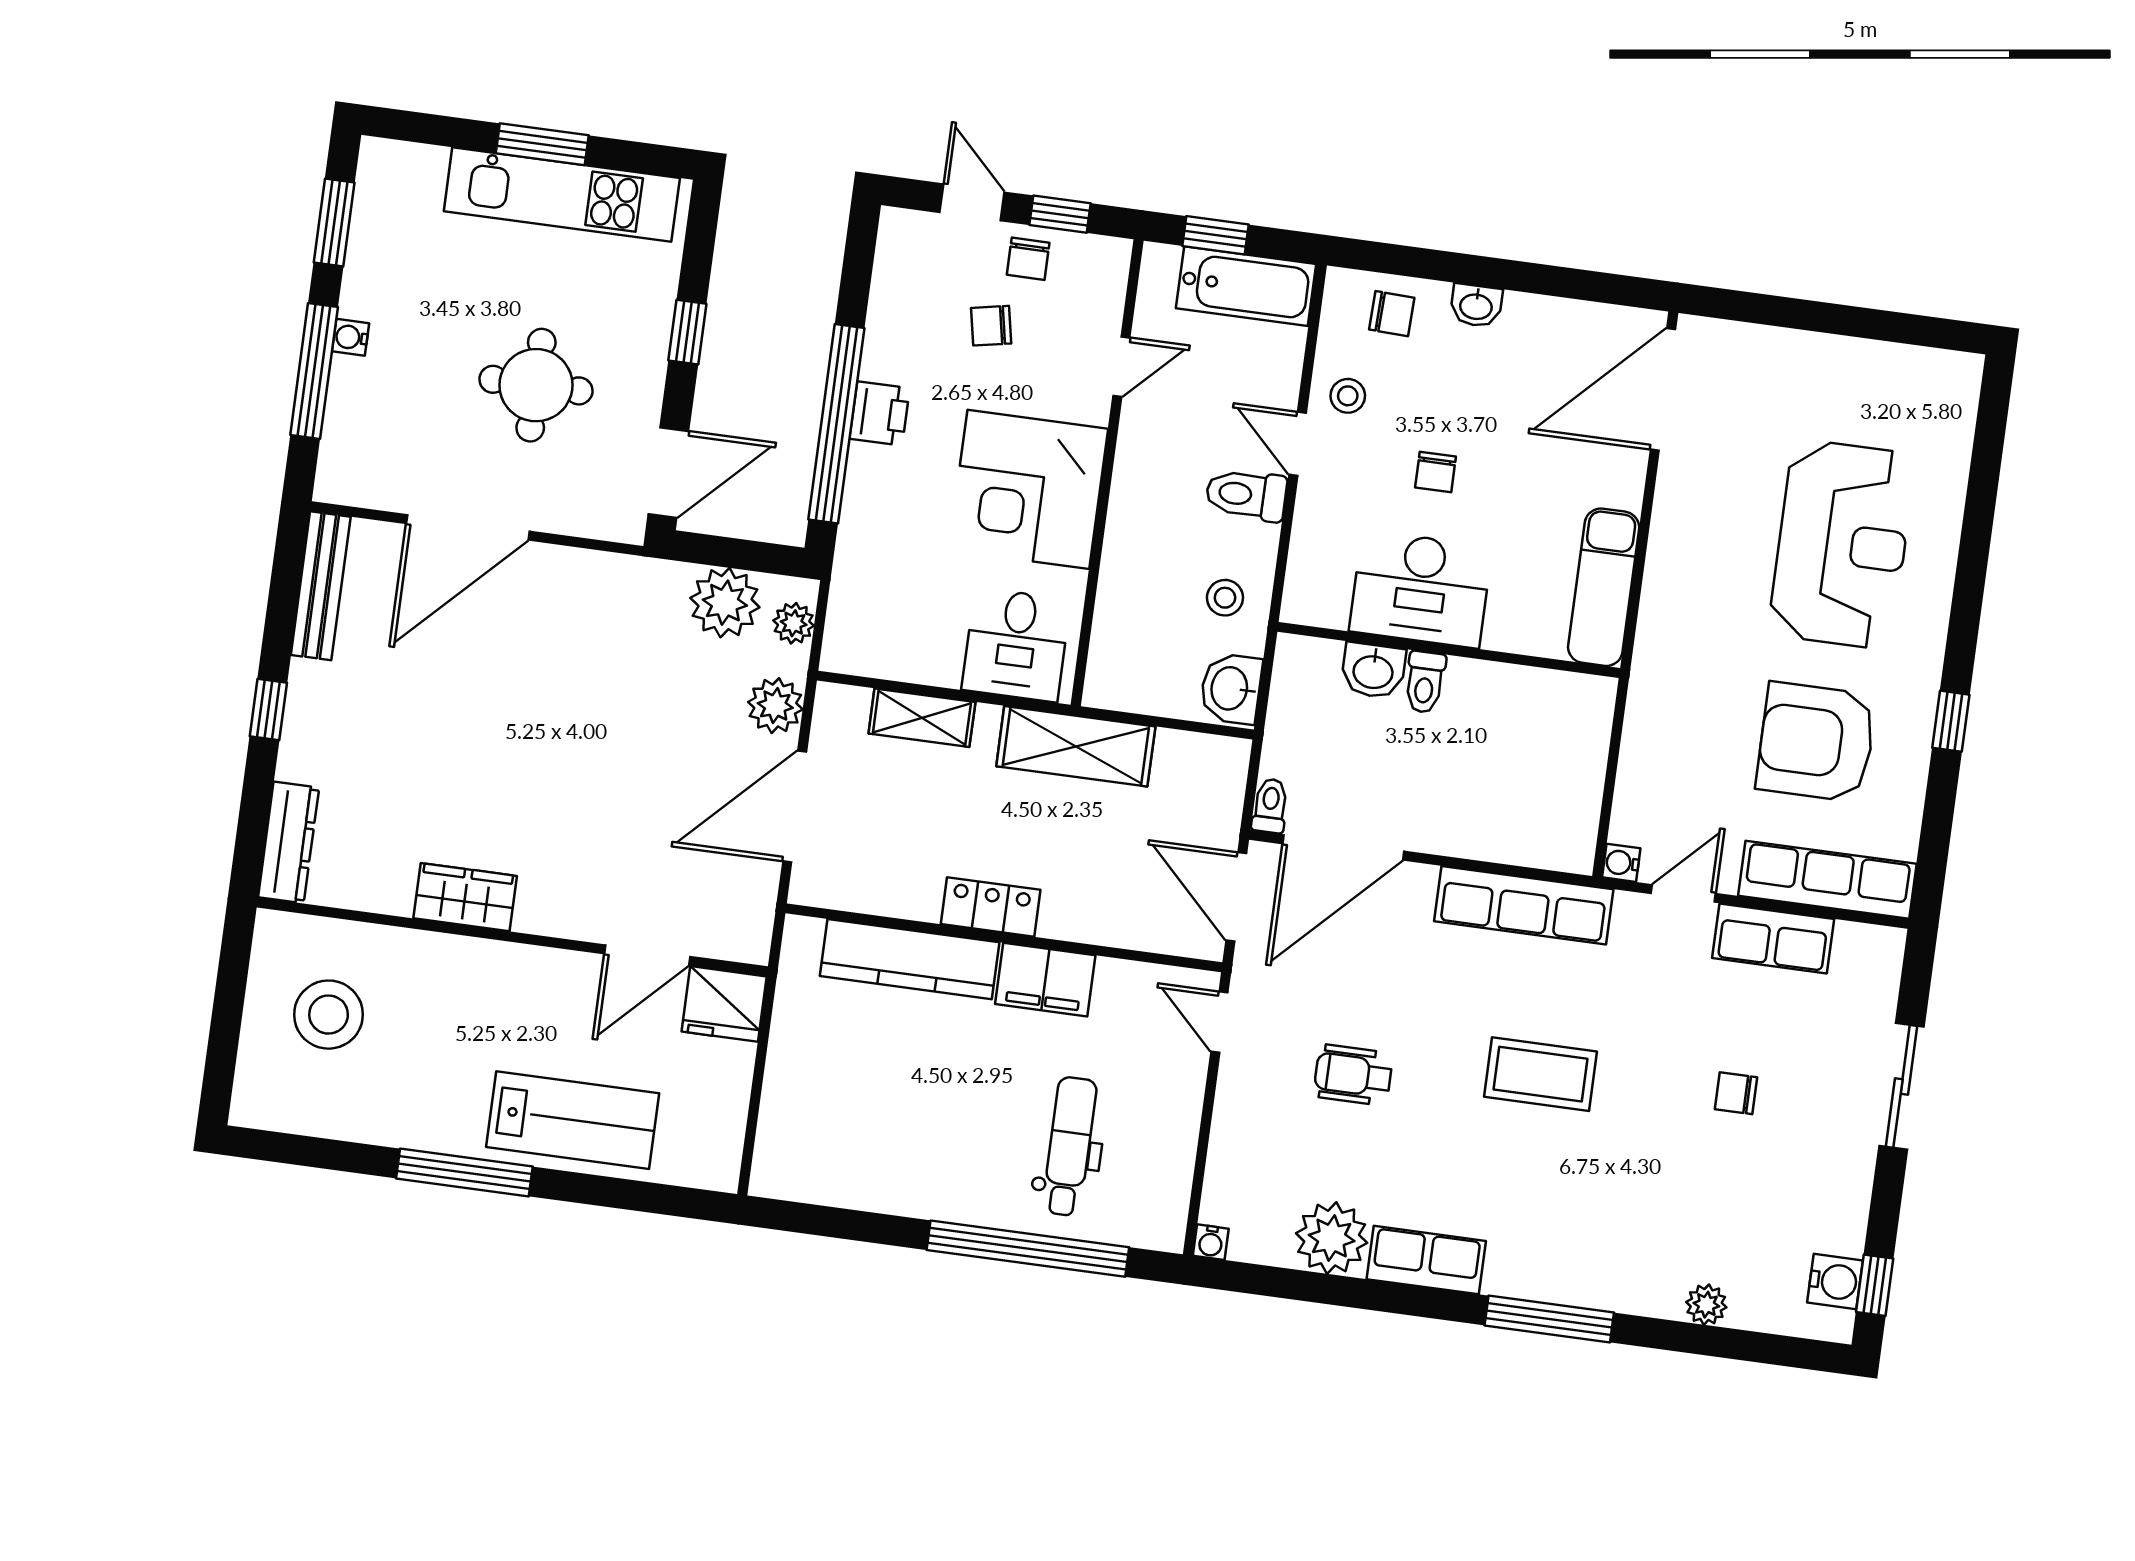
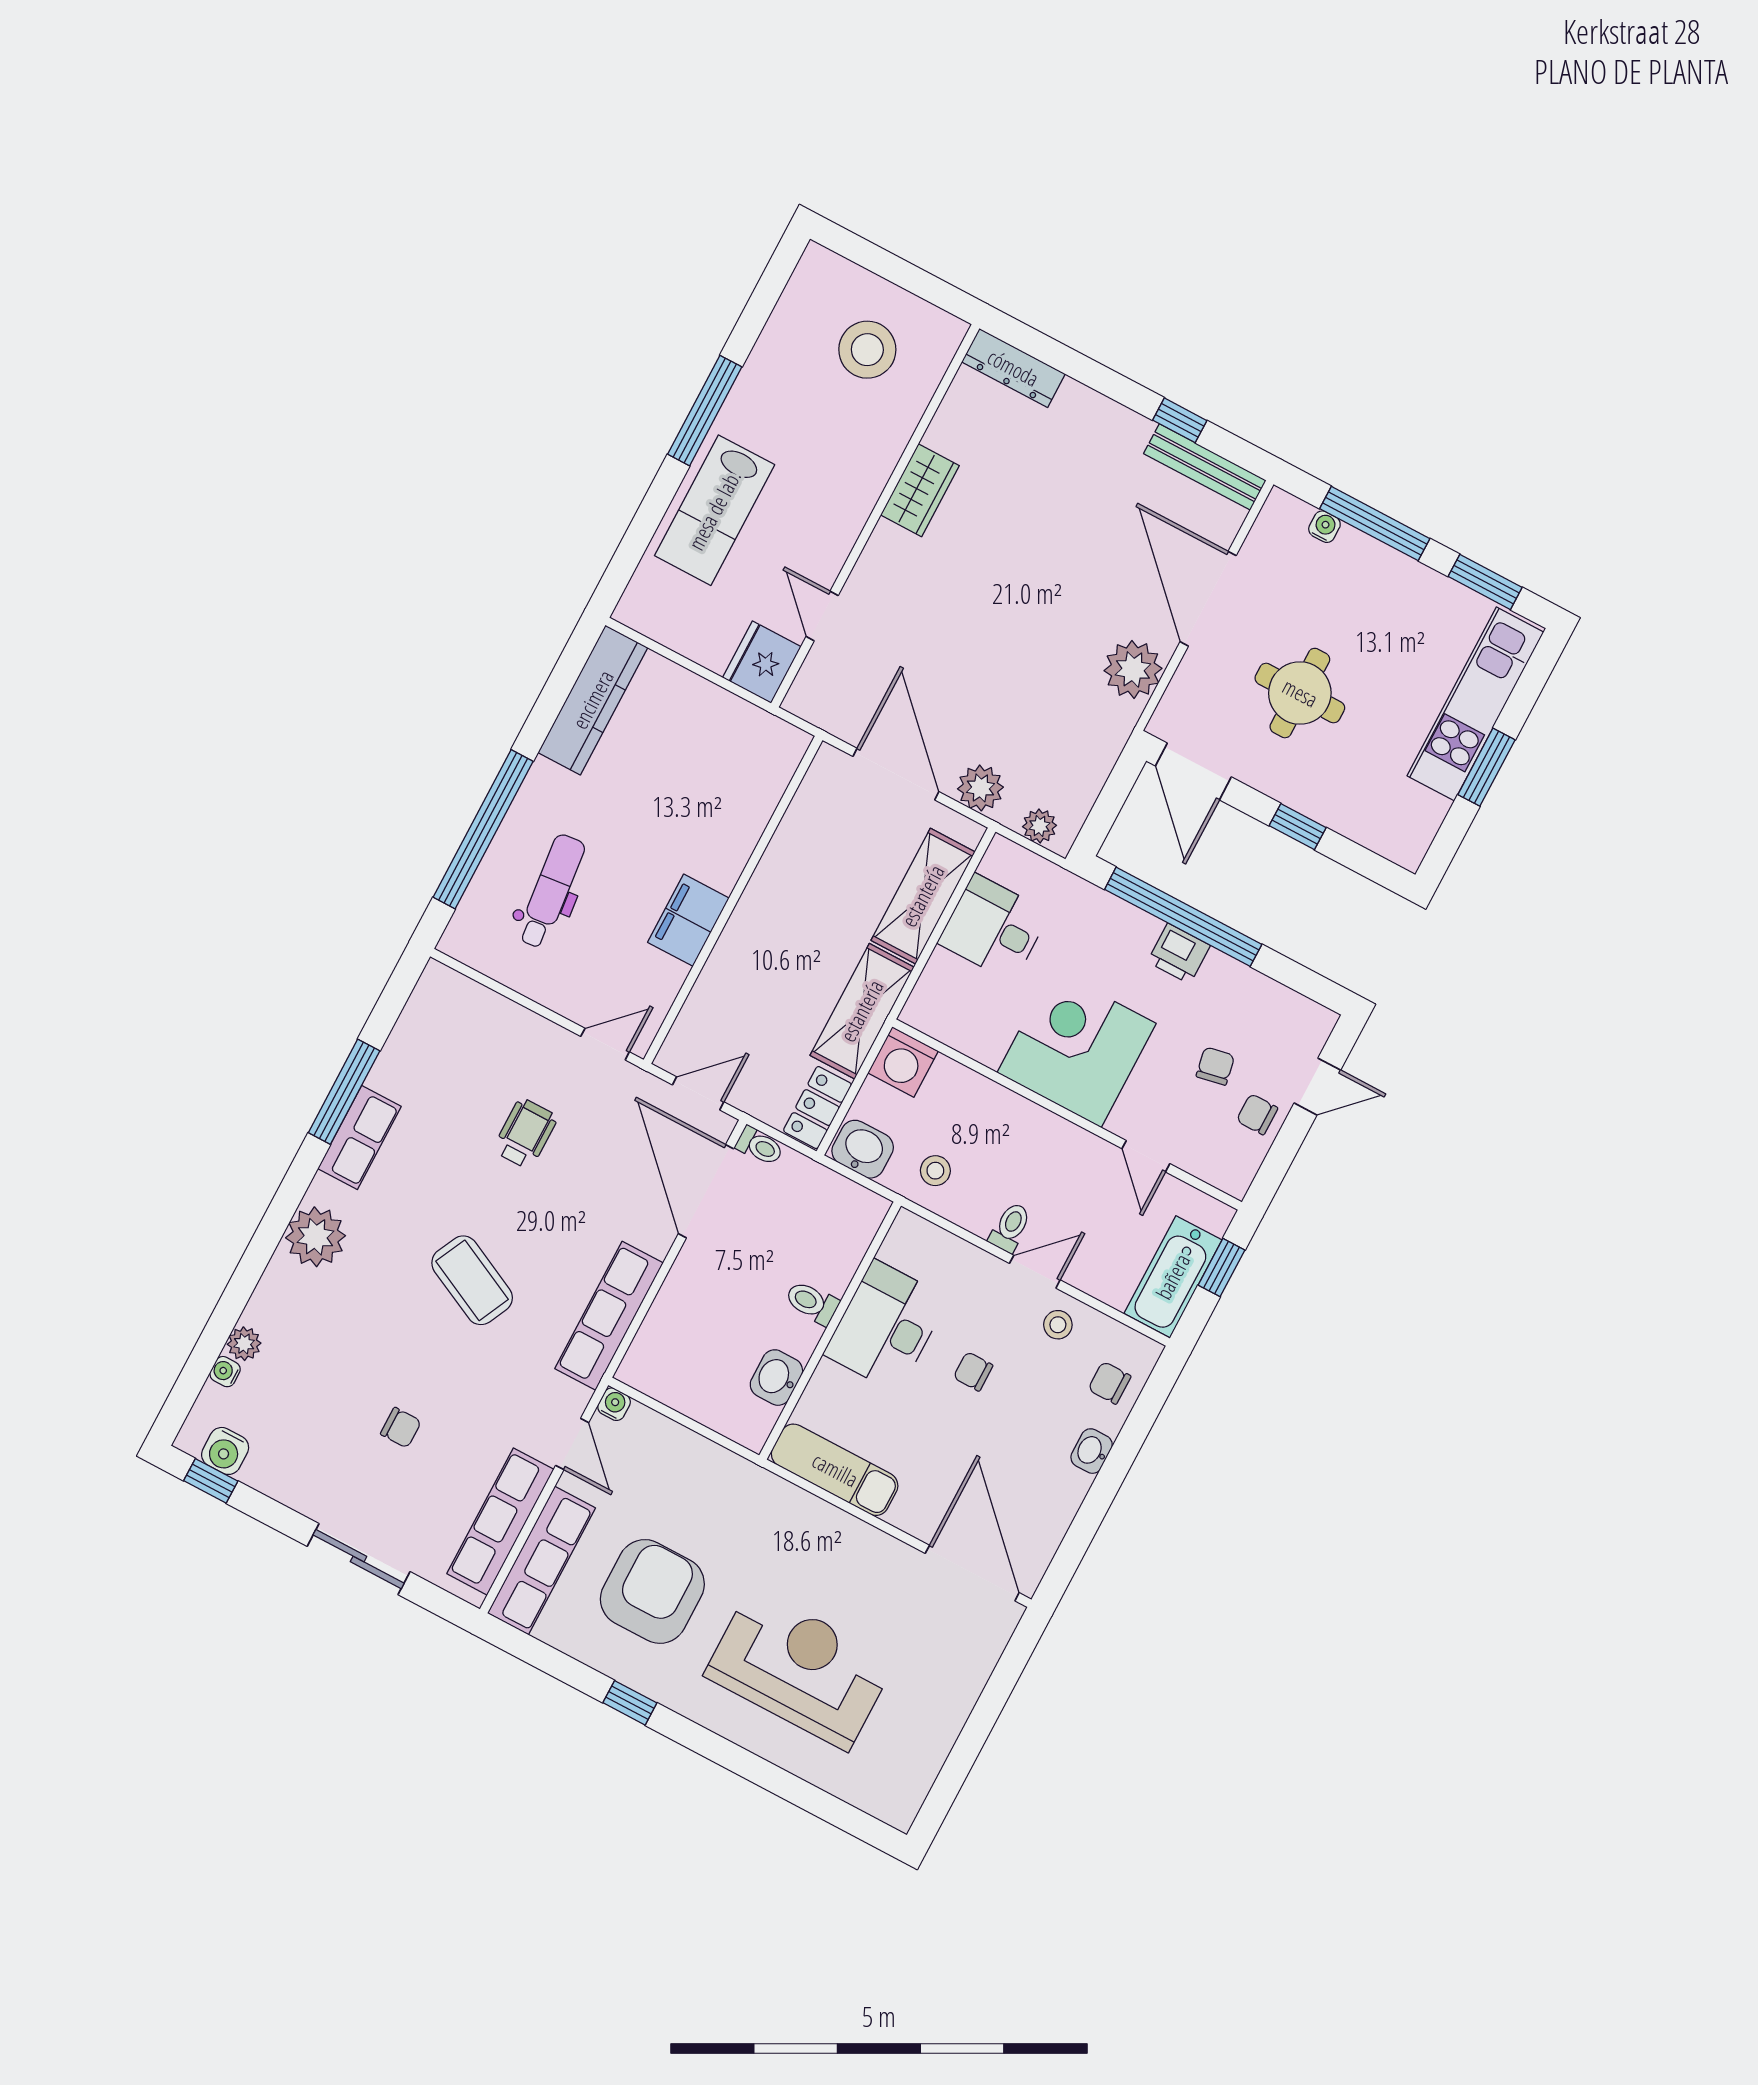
kitchen unit: (562, 195) -> (1475, 704), moved
window: (1060, 214) -> (1283, 1152), removed
chair: (1392, 314) -> (1110, 1383), turned 88
water cooler: (350, 337) -> (1324, 527), moved
toilet: (1246, 495) -> (1010, 1227), width x0.73, depth x0.72
reception desk: (1842, 544) -> (800, 1668), turned 180
plant: (725, 603) -> (1133, 669), moved
desk: (1016, 645) -> (994, 928), moved
washbasin: (1373, 671) -> (776, 1378), moved
washing machine: (1116, 679) -> (903, 1062), added
window: (268, 710) -> (1180, 420), moved
shelving: (922, 718) -> (923, 896), width x1.50, depth x1.33
door: (1236, 897) -> (698, 1093), width x0.73
locker: (991, 907) -> (817, 1108), moved, turned 180
row of seats: (1773, 939) -> (500, 1522), width x1.48
door: (647, 955) -> (822, 616), width x0.73
kitchen counter: (910, 959) -> (593, 700), moved, turned 180
coffee table: (1540, 1074) -> (472, 1280), turned -64
chair: (1736, 1093) -> (401, 1428), turned 90
dental chair: (1070, 1146) -> (551, 891), turned -96
plant: (1332, 1238) -> (316, 1237), moved
water cooler: (1211, 1242) -> (225, 1372), moved
window: (1549, 1319) -> (344, 1092), moved

